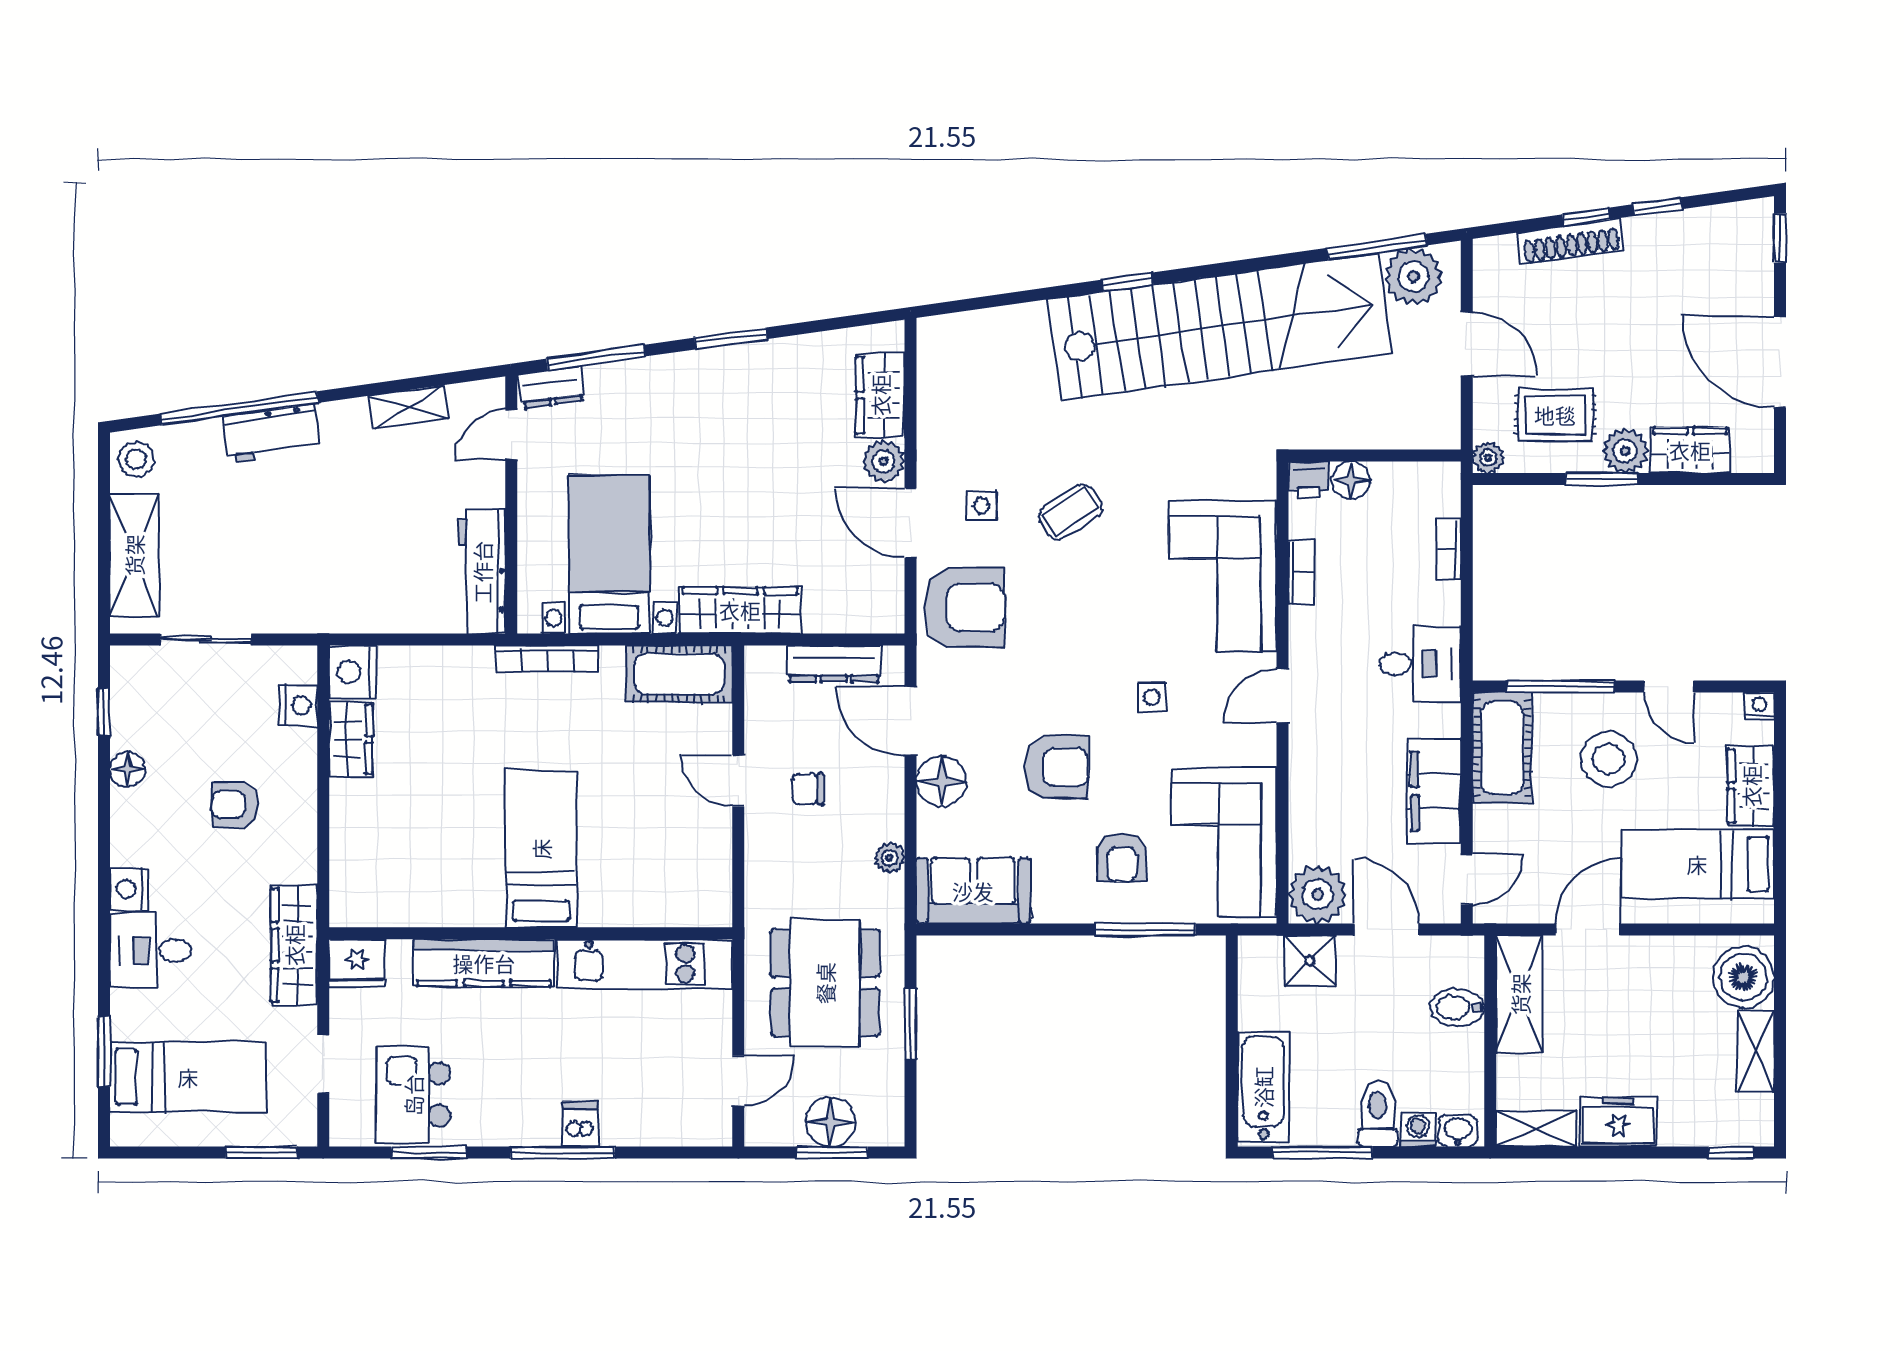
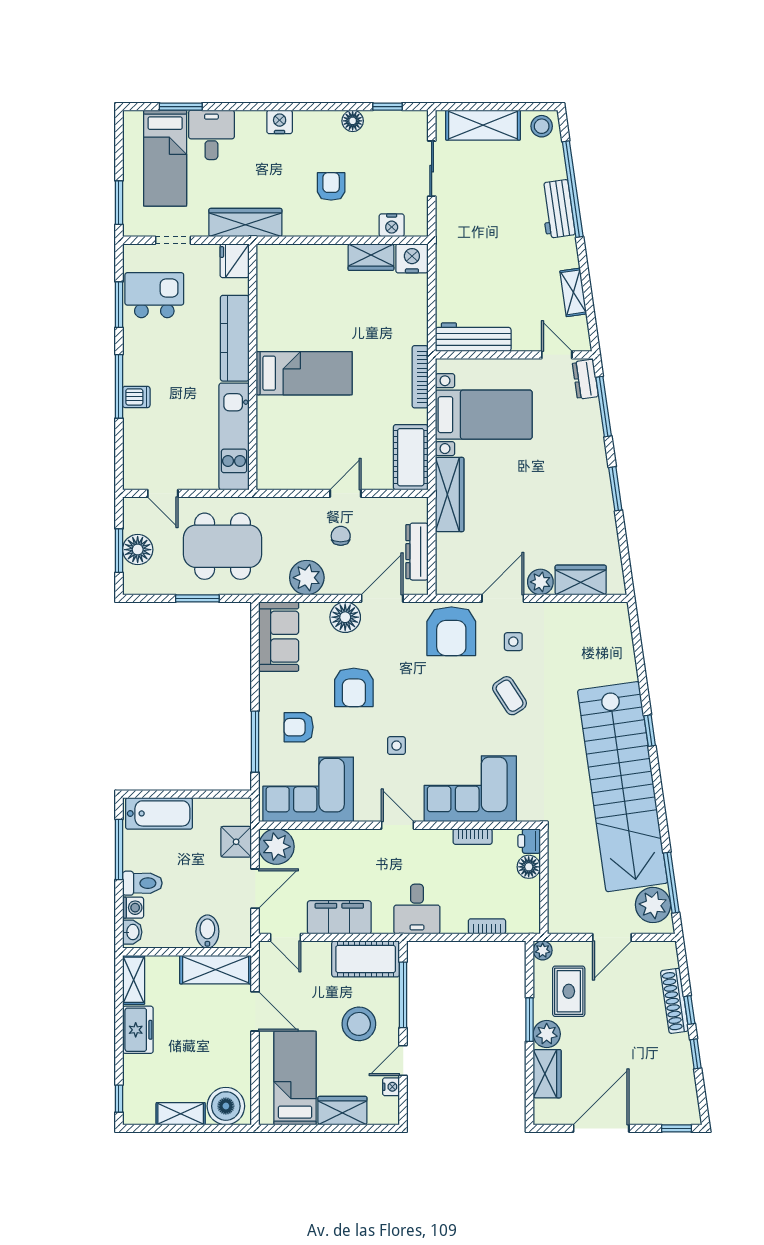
nightstand: (1759, 706) -> (391, 1087), moved
plant: (890, 858) -> (307, 578), width x1.88, depth x1.88
desk: (150, 951) -> (211, 135), moved

